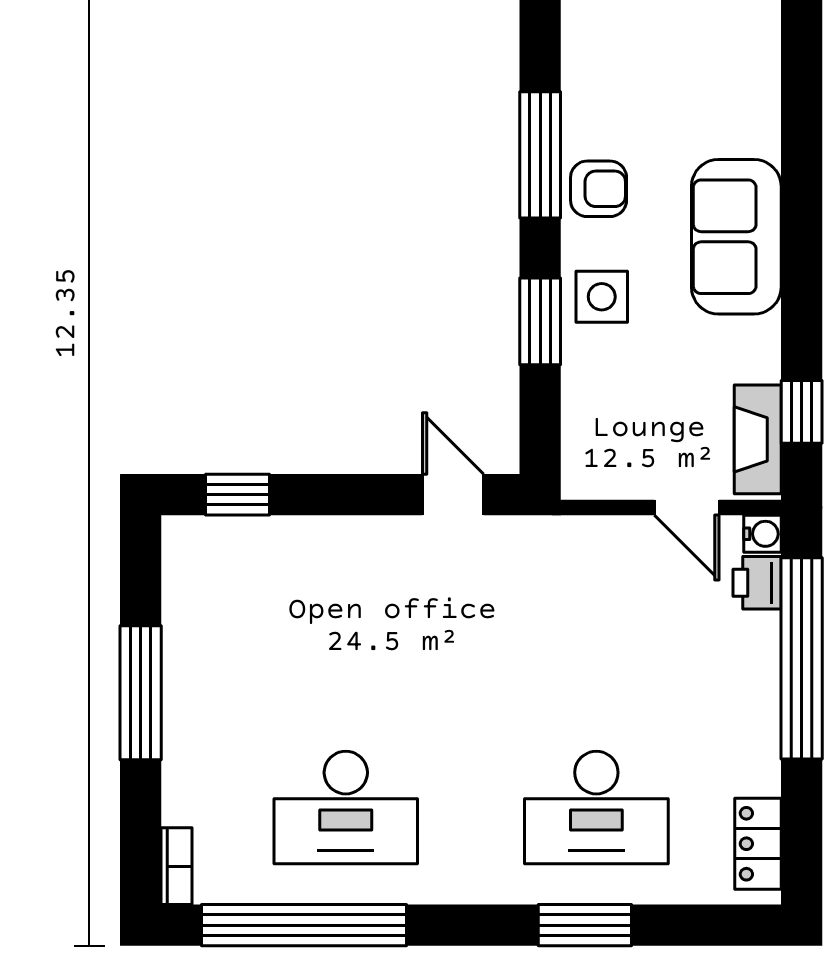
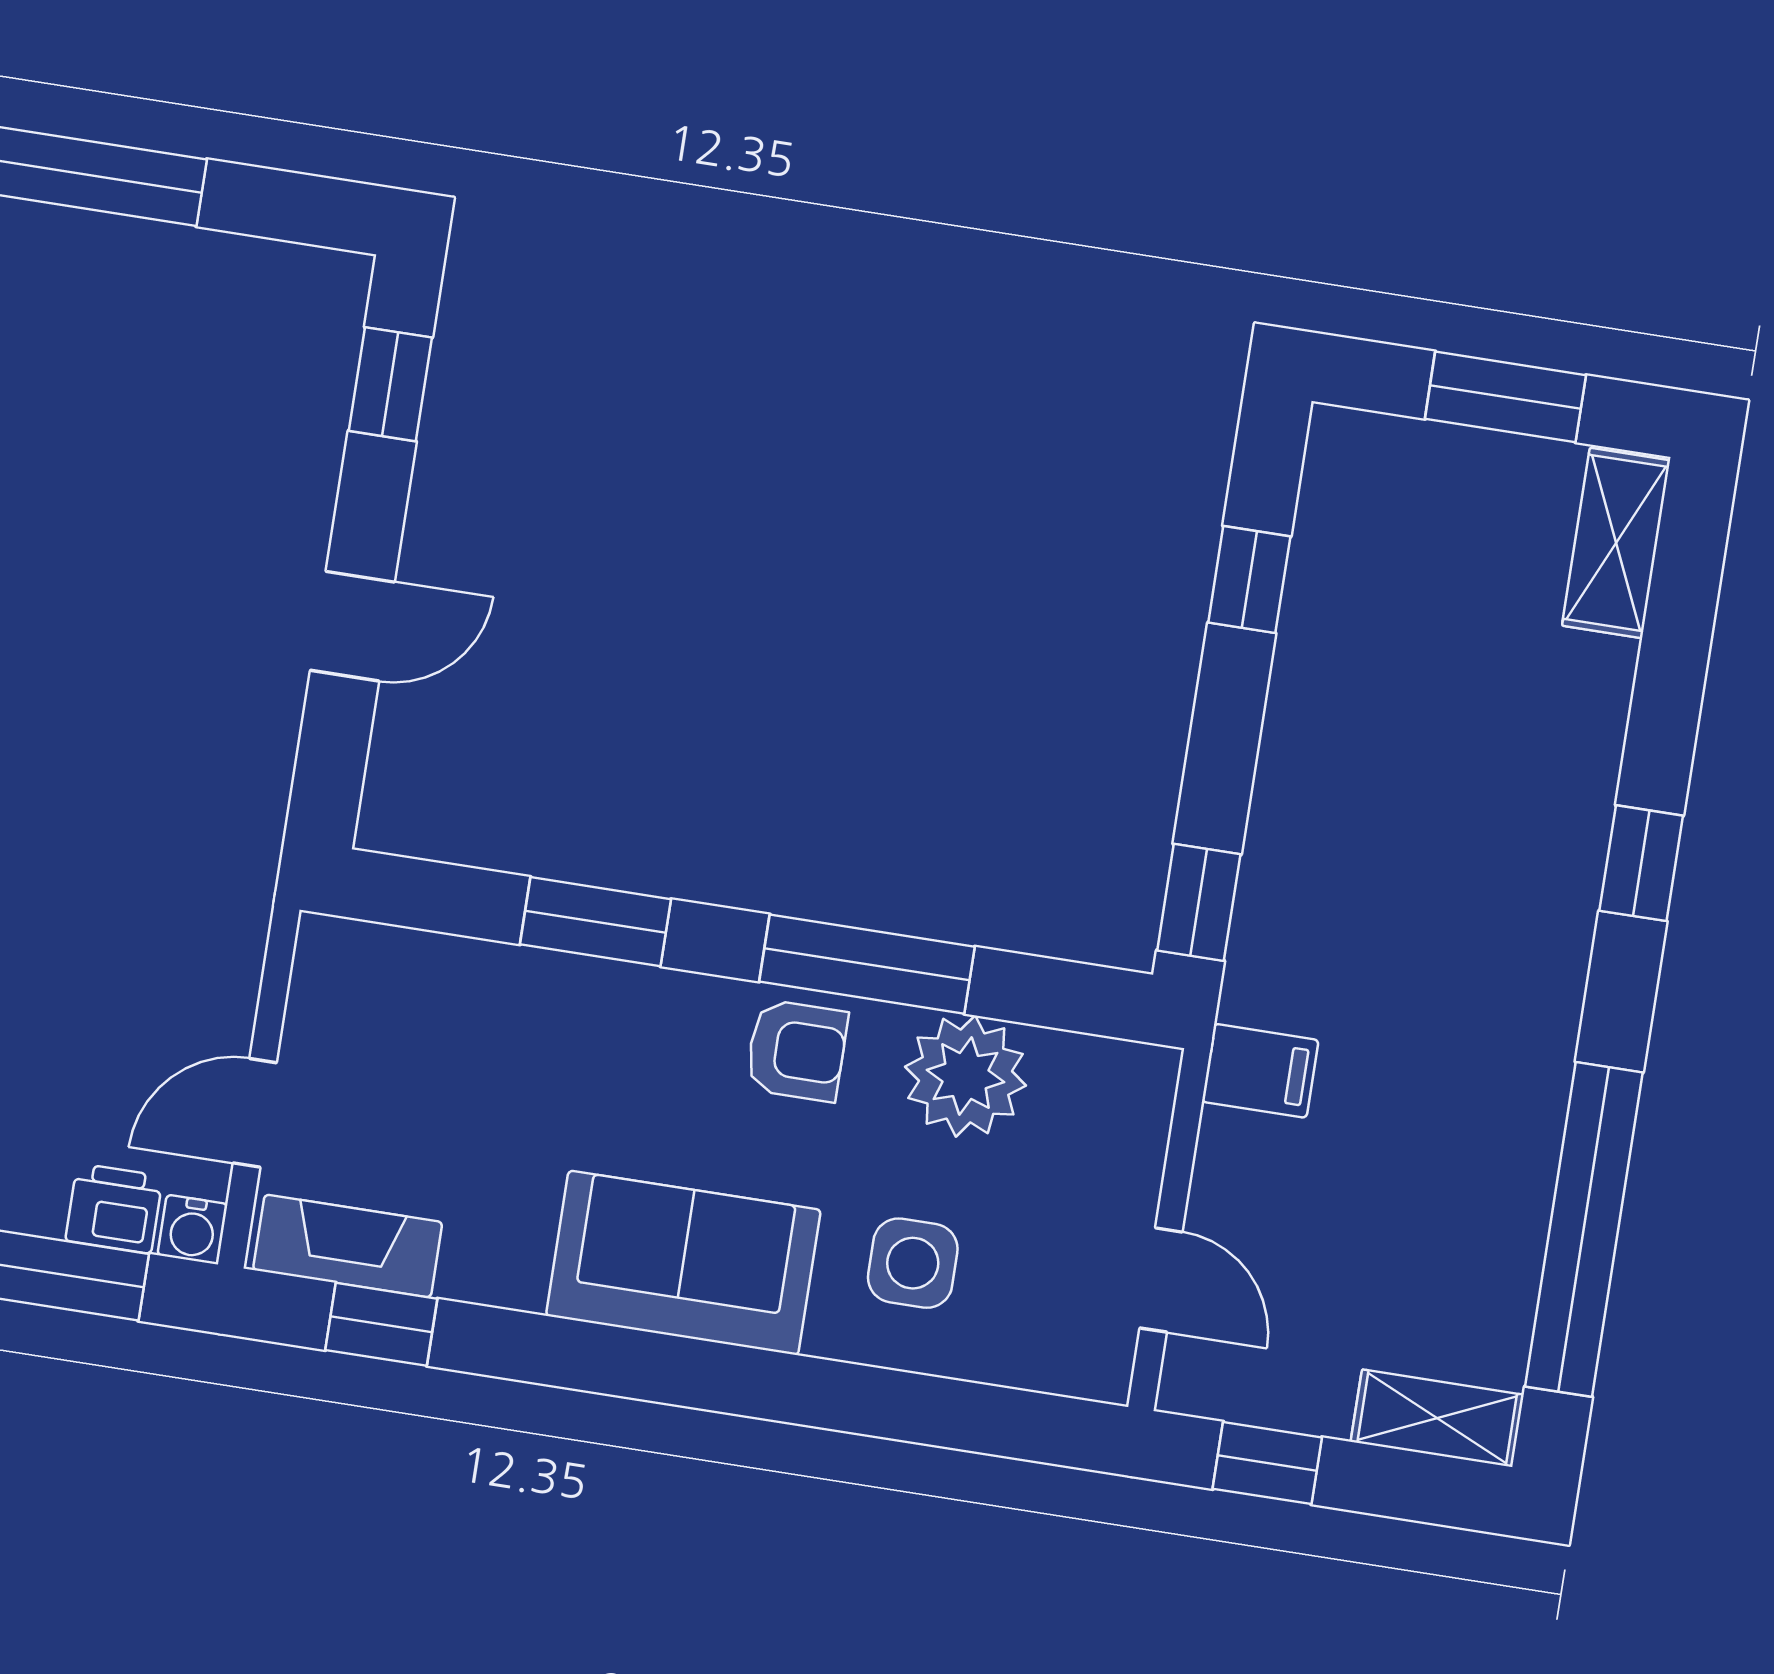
plant: (598, 85) -> (965, 1076), added
armchair: (599, 189) -> (797, 1051), turned -90
side table: (602, 297) -> (913, 1263), moved
door: (453, 495) -> (352, 626), moved

